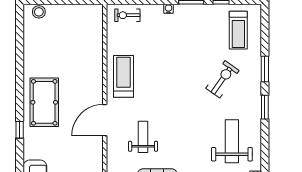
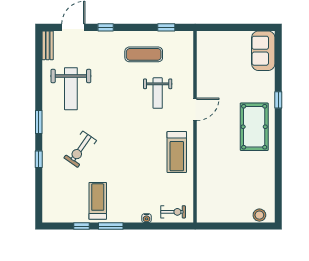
water cooler: (168, 9) -> (147, 218), moved
treadmill: (238, 30) -> (98, 201), moved
window: (265, 69) -> (39, 159), width x0.67
door: (105, 120) -> (195, 109), width x0.73

